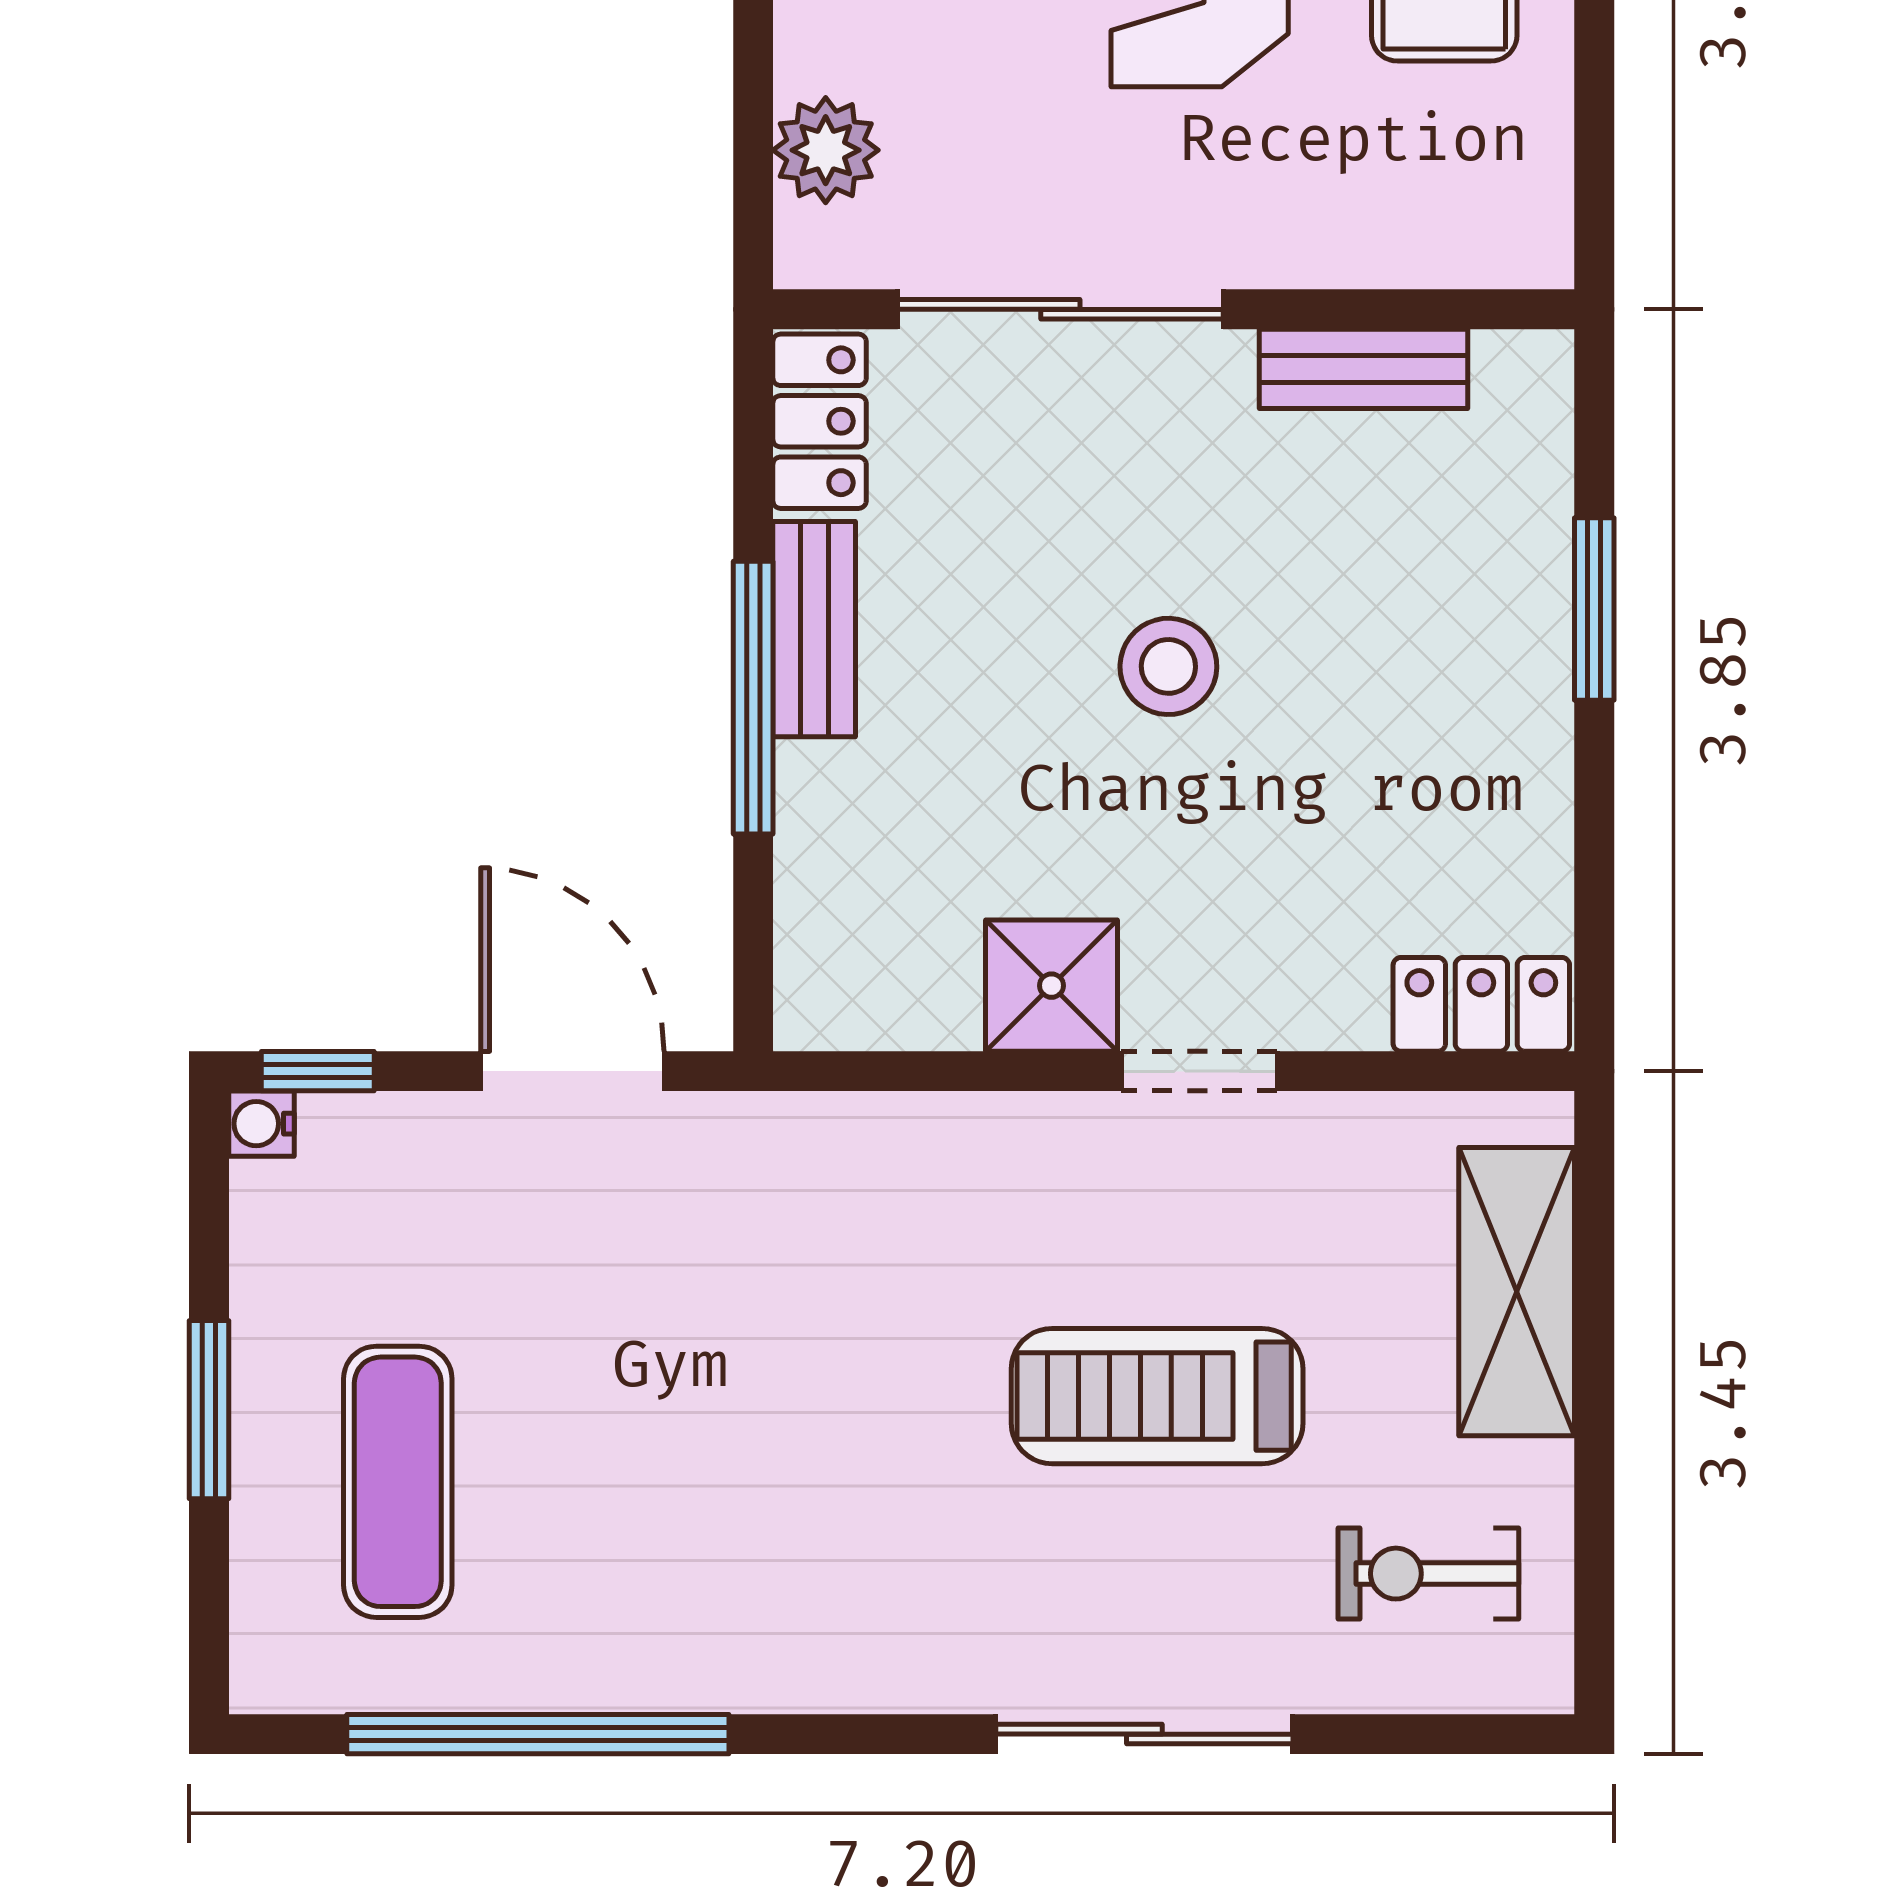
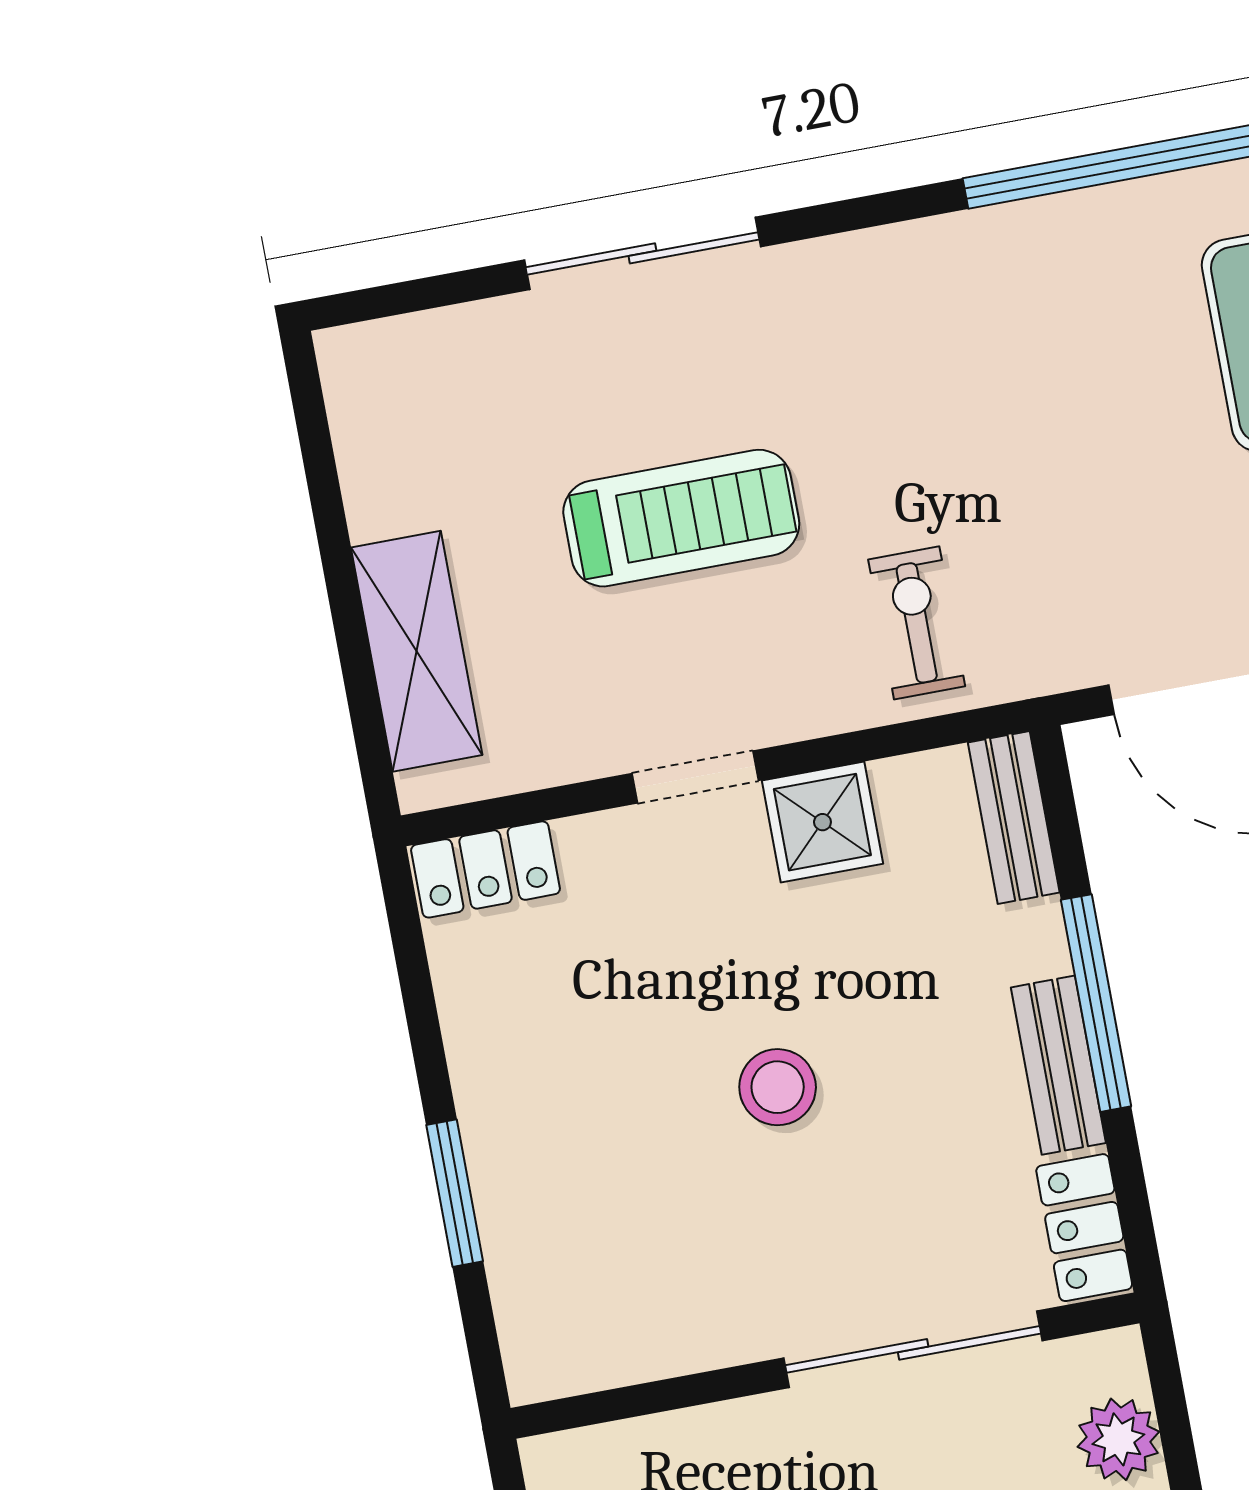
bench: (1363, 369) -> (1014, 817), moved, turned 90
exercise bike: (1428, 1574) -> (917, 623), moved, turned -90

